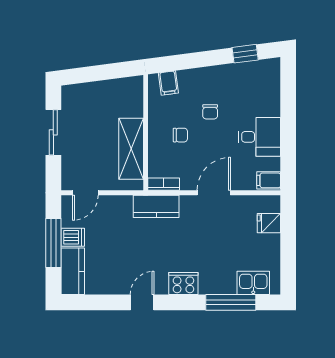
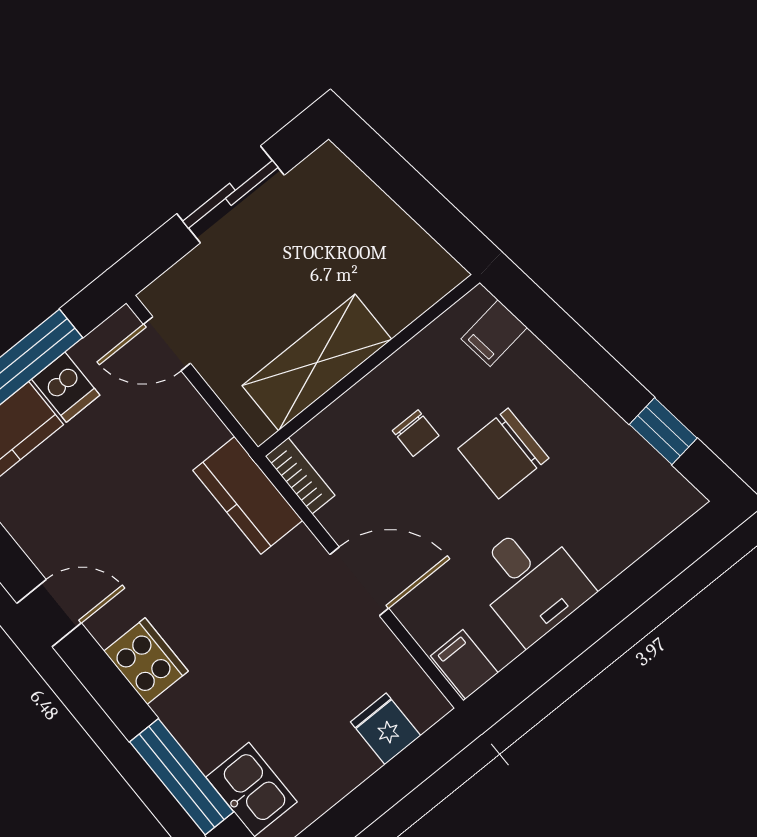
chair: (210, 112) -> (503, 453), width x1.87, depth x1.87

